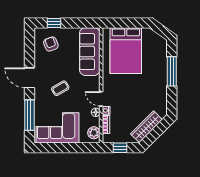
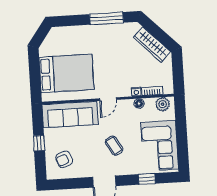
window: (54, 23) -> (39, 143), moved
window: (172, 71) -> (106, 18), moved
door: (101, 99) -> (108, 99), moved
window: (29, 115) -> (147, 179), width x0.46
window: (120, 148) -> (178, 73), removed

